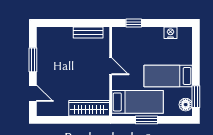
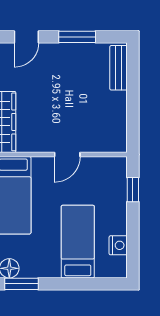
bench: (88, 33) -> (118, 68), moved
bed: (168, 76) -> (78, 242), moved

